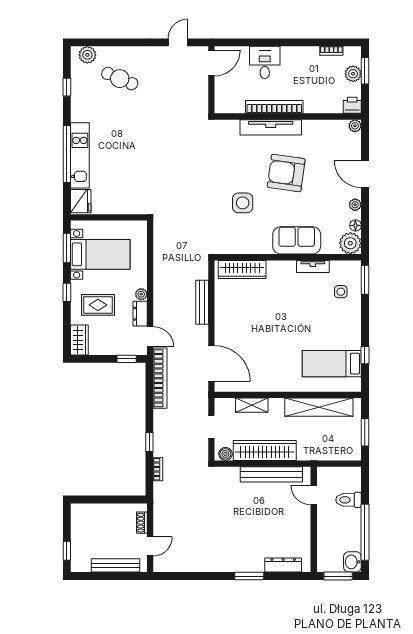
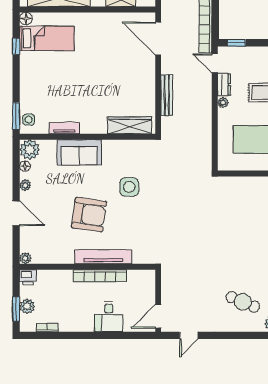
side table: (341, 292) -> (29, 120), moved
floor lamp: (354, 385) -> (26, 19), added

